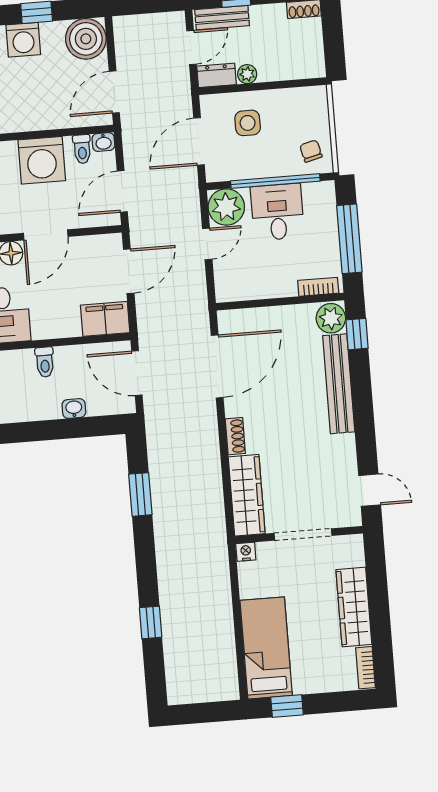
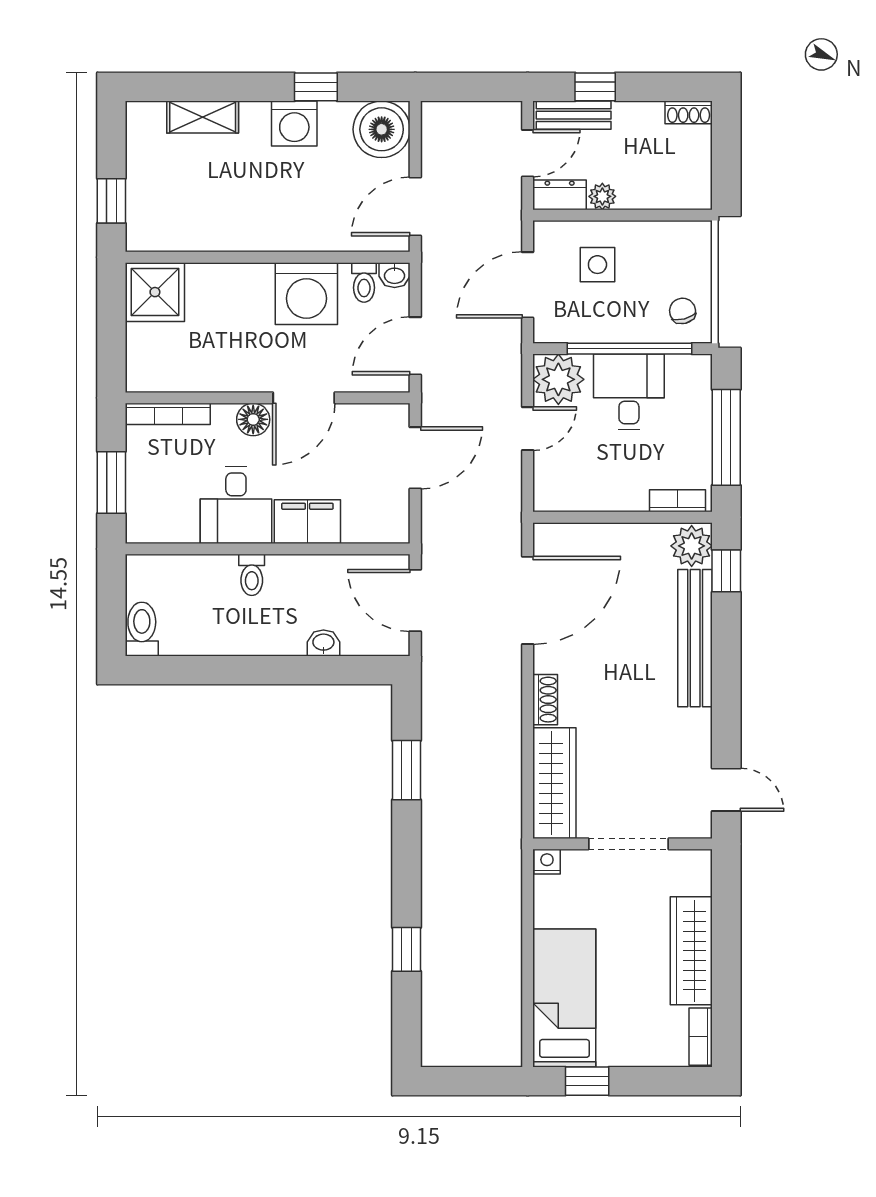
filing cabinet: (105, 319) -> (307, 522), moved
toilet: (45, 362) -> (252, 575), moved

